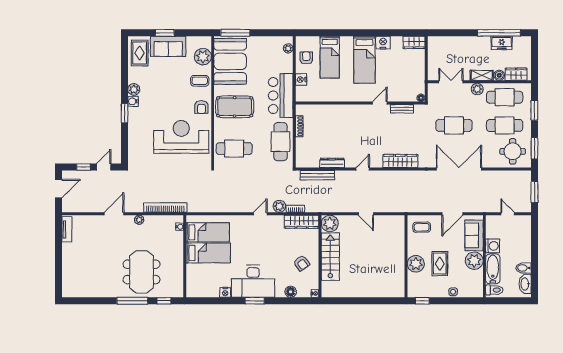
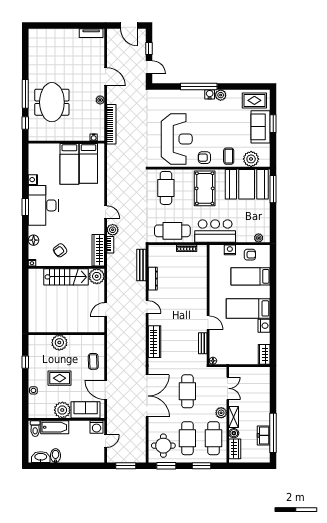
window: (125, 113) -> (199, 87), width x2.11
washing machine: (493, 246) -> (97, 427), moved
wall: (406, 256) -> (66, 334), moved
plant: (416, 264) -> (59, 343), moved
meeting table: (141, 272) -> (52, 102), turned 90

